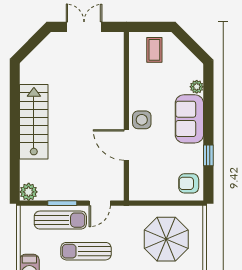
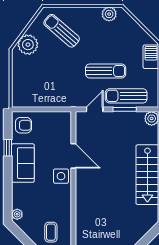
plant: (197, 87) -> (17, 214), moved
sofa: (189, 119) -> (23, 163), moved
parasol: (166, 239) -> (41, 81), removed

